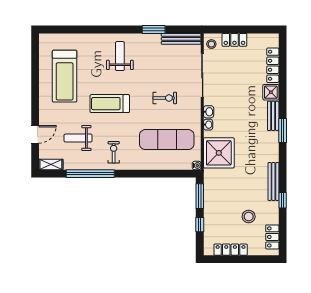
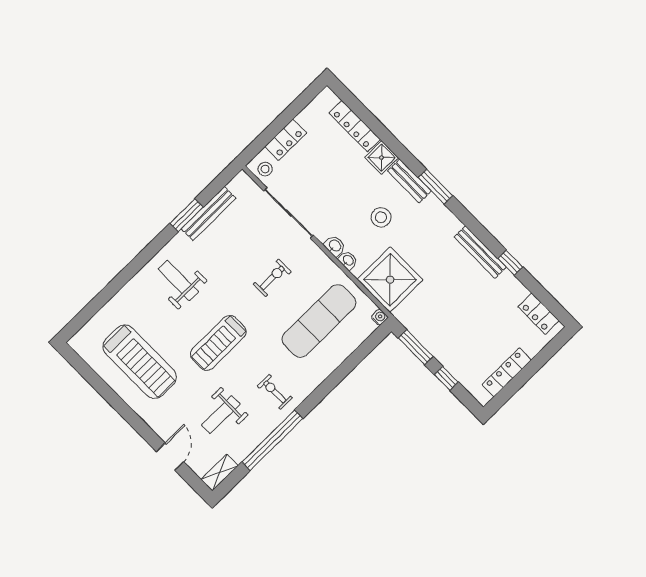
bench: (181, 39) -> (209, 214), moved
stool: (249, 217) -> (381, 217), moved

